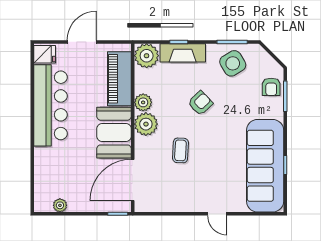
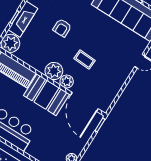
plant: (143, 102) -> (67, 81), moved
armchair: (200, 103) -> (62, 28), turned -136

